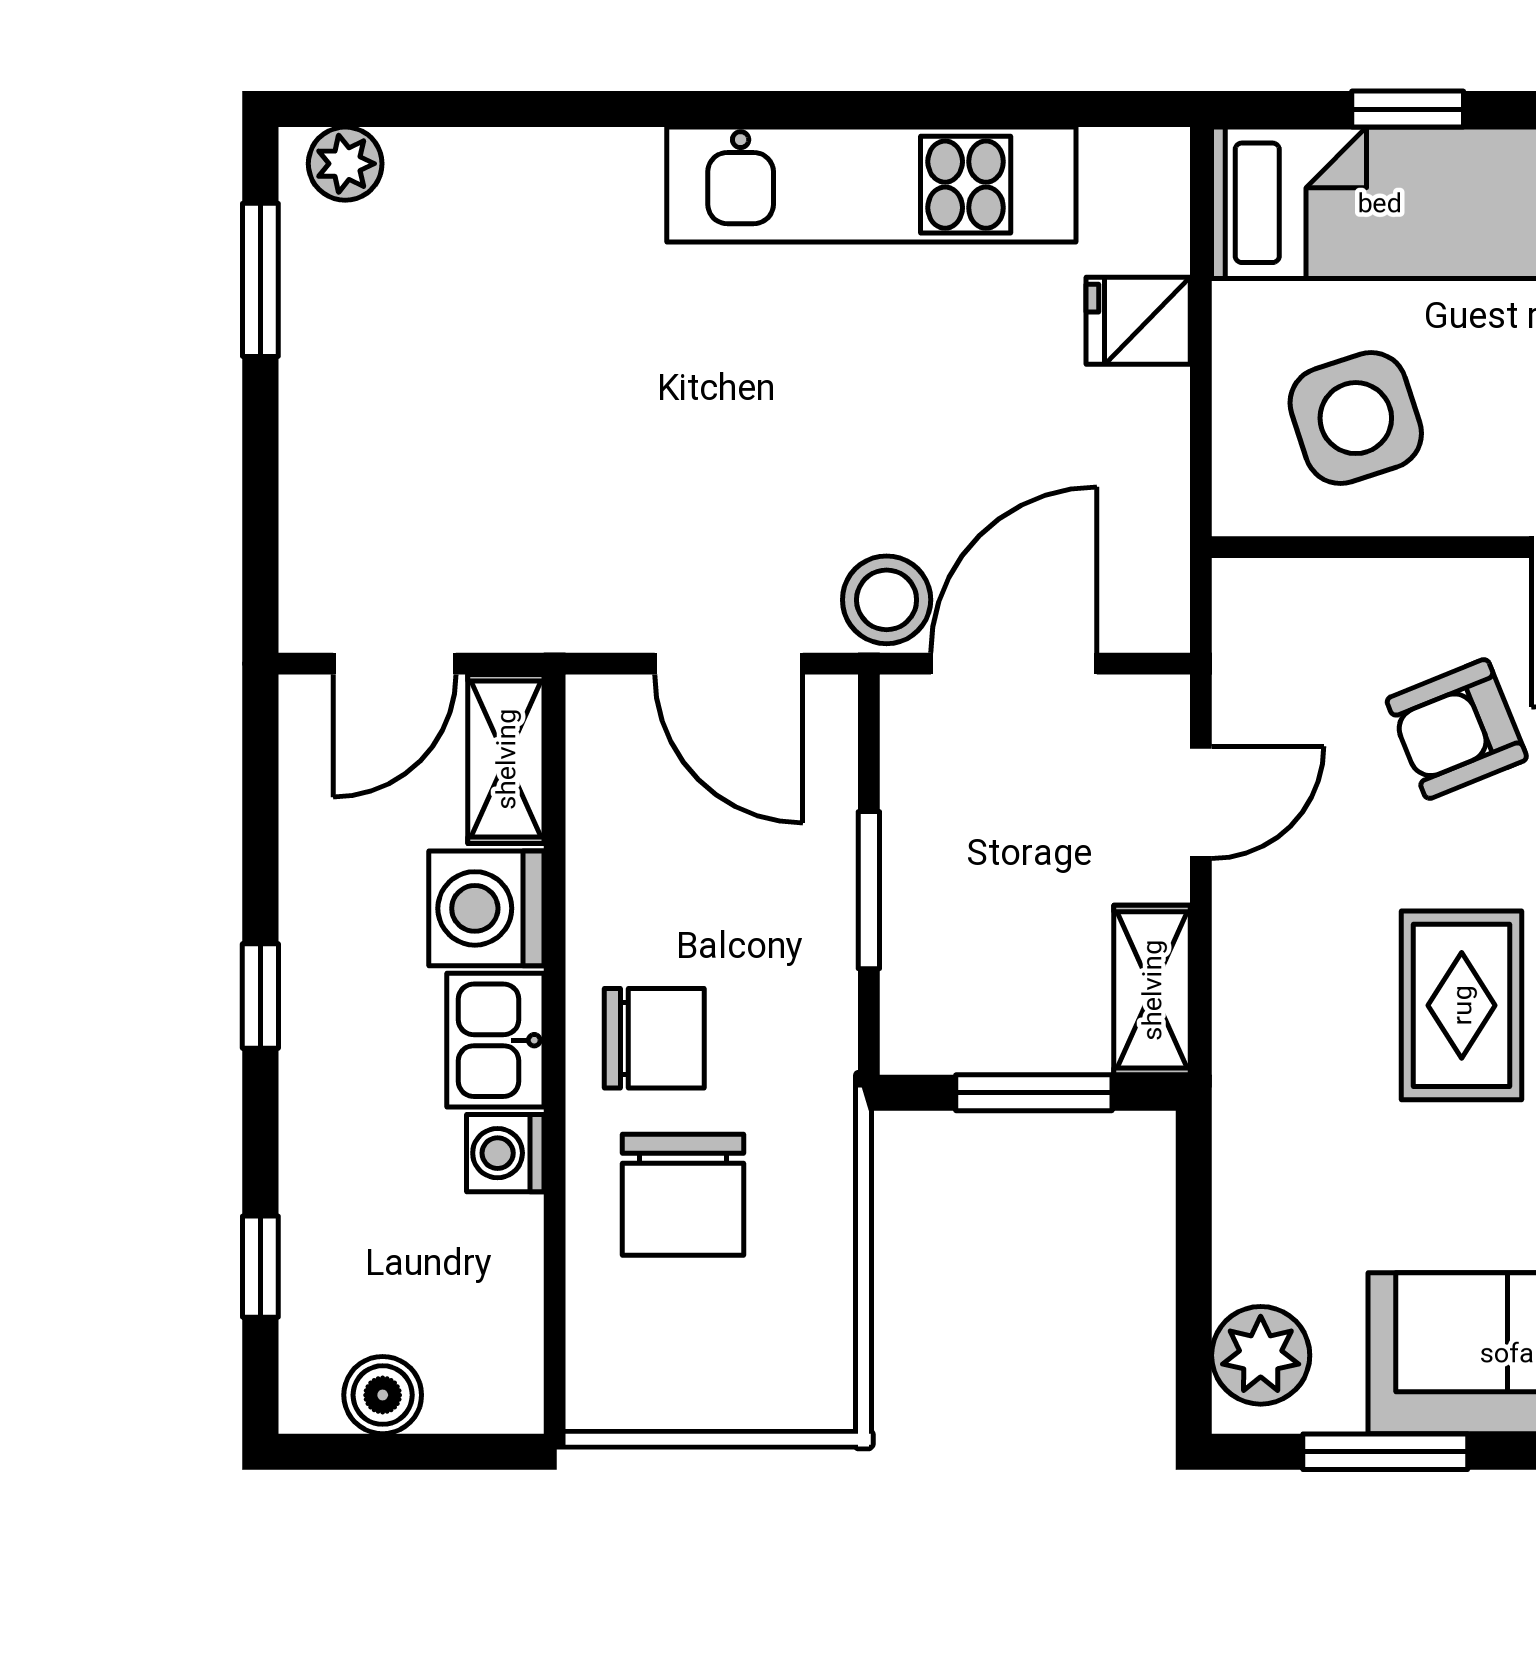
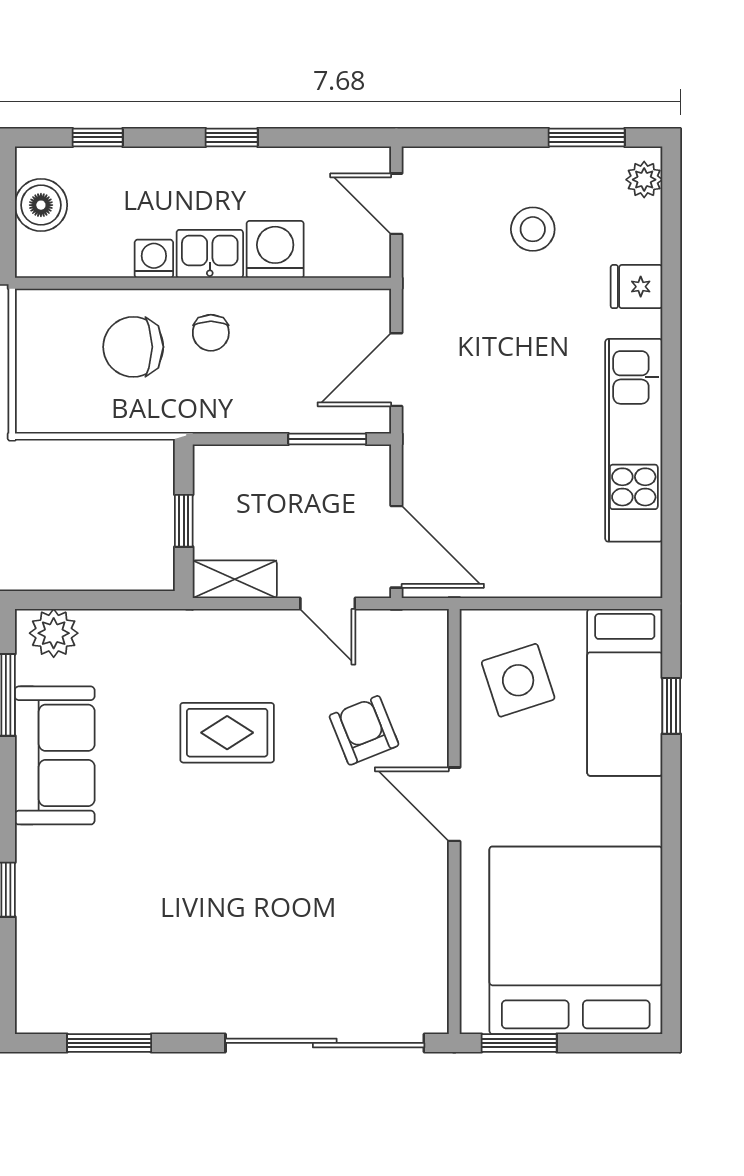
fridge: (1138, 321) -> (637, 287), moved, turned -90
stool: (887, 600) -> (533, 229), moved
door: (1014, 664) -> (396, 547), moved
shelving: (506, 759) -> (349, 259), removed
window: (869, 890) -> (327, 439), moved
chair: (654, 1038) -> (211, 333), width x0.73, depth x0.73
window: (1034, 1093) -> (184, 521), width x0.67
boiler: (383, 1395) -> (41, 205), width x1.36, depth x1.36

